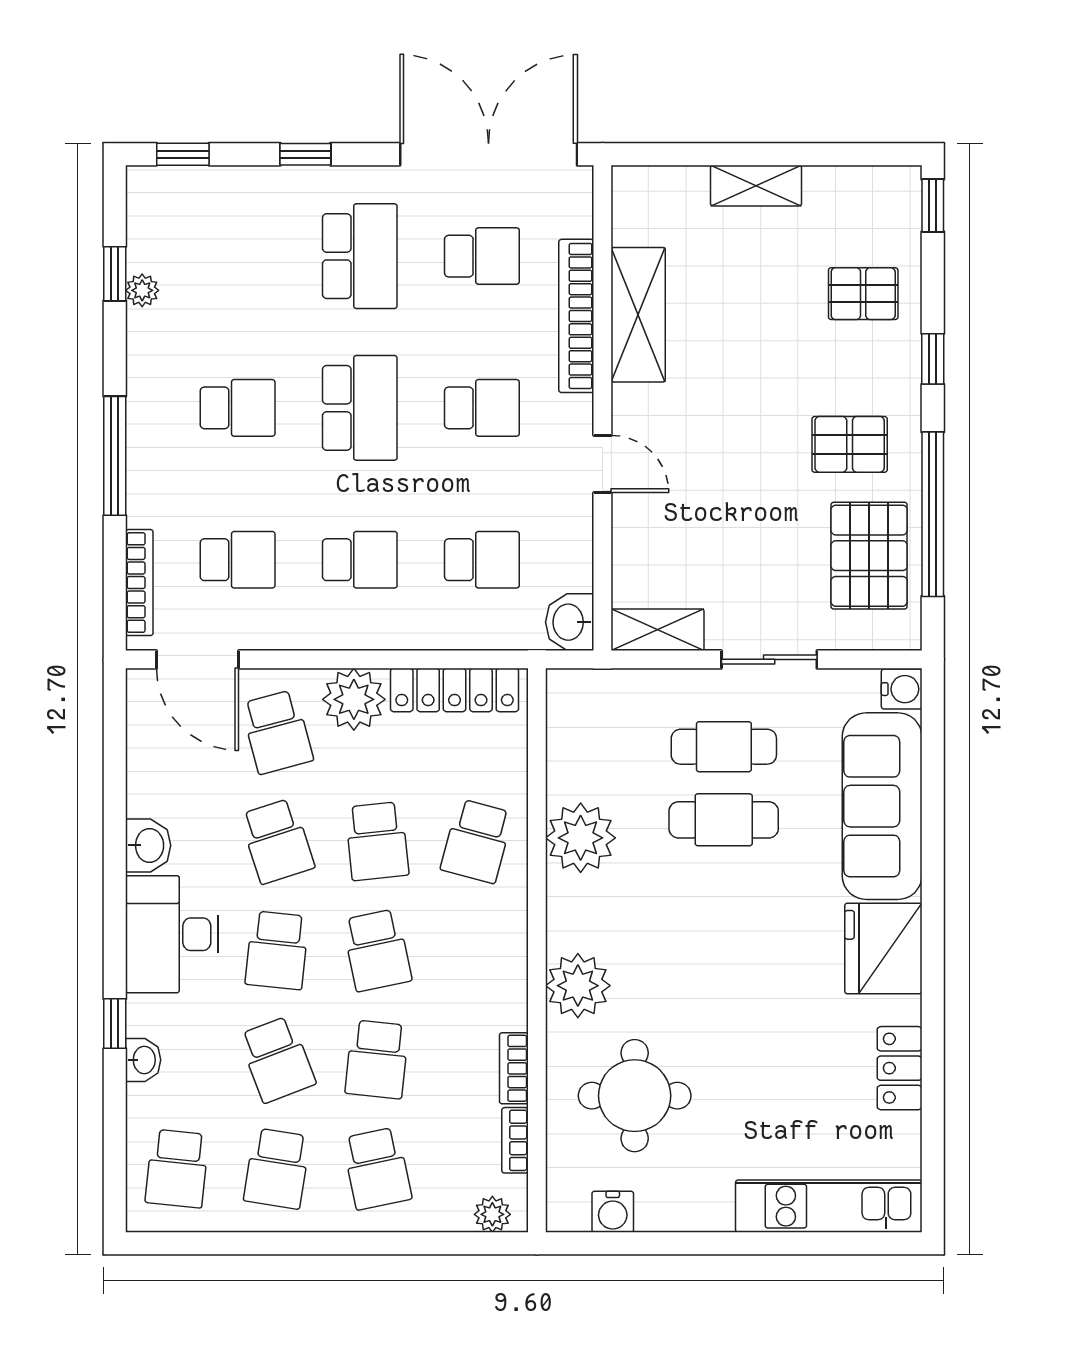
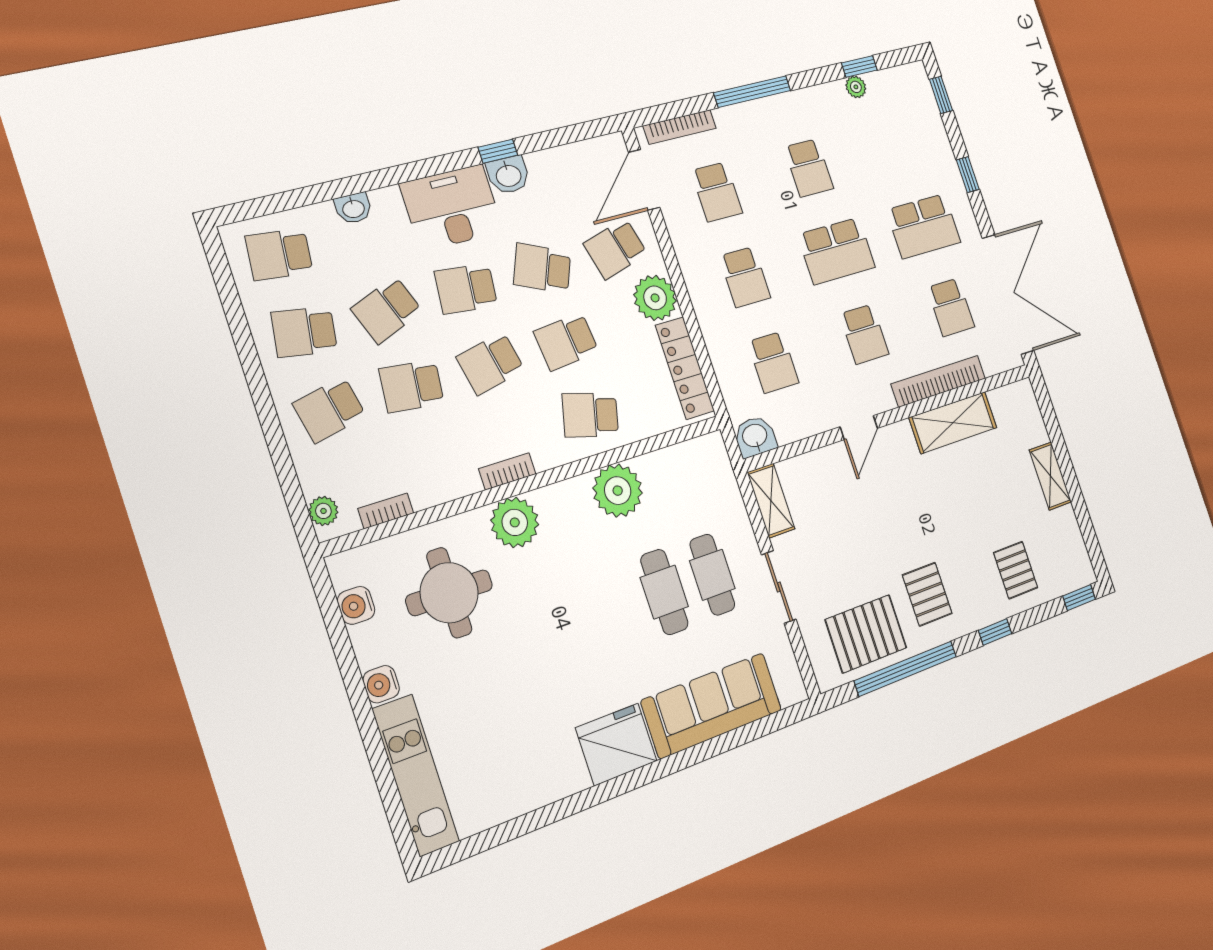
water cooler: (902, 689) -> (381, 684), moved, turned 90
school desk: (277, 841) -> (542, 268), turned 42
window: (115, 1024) -> (498, 151), moved
bookcase: (514, 1068) -> (507, 471), moved
locker: (900, 1068) -> (536, 791), removed

